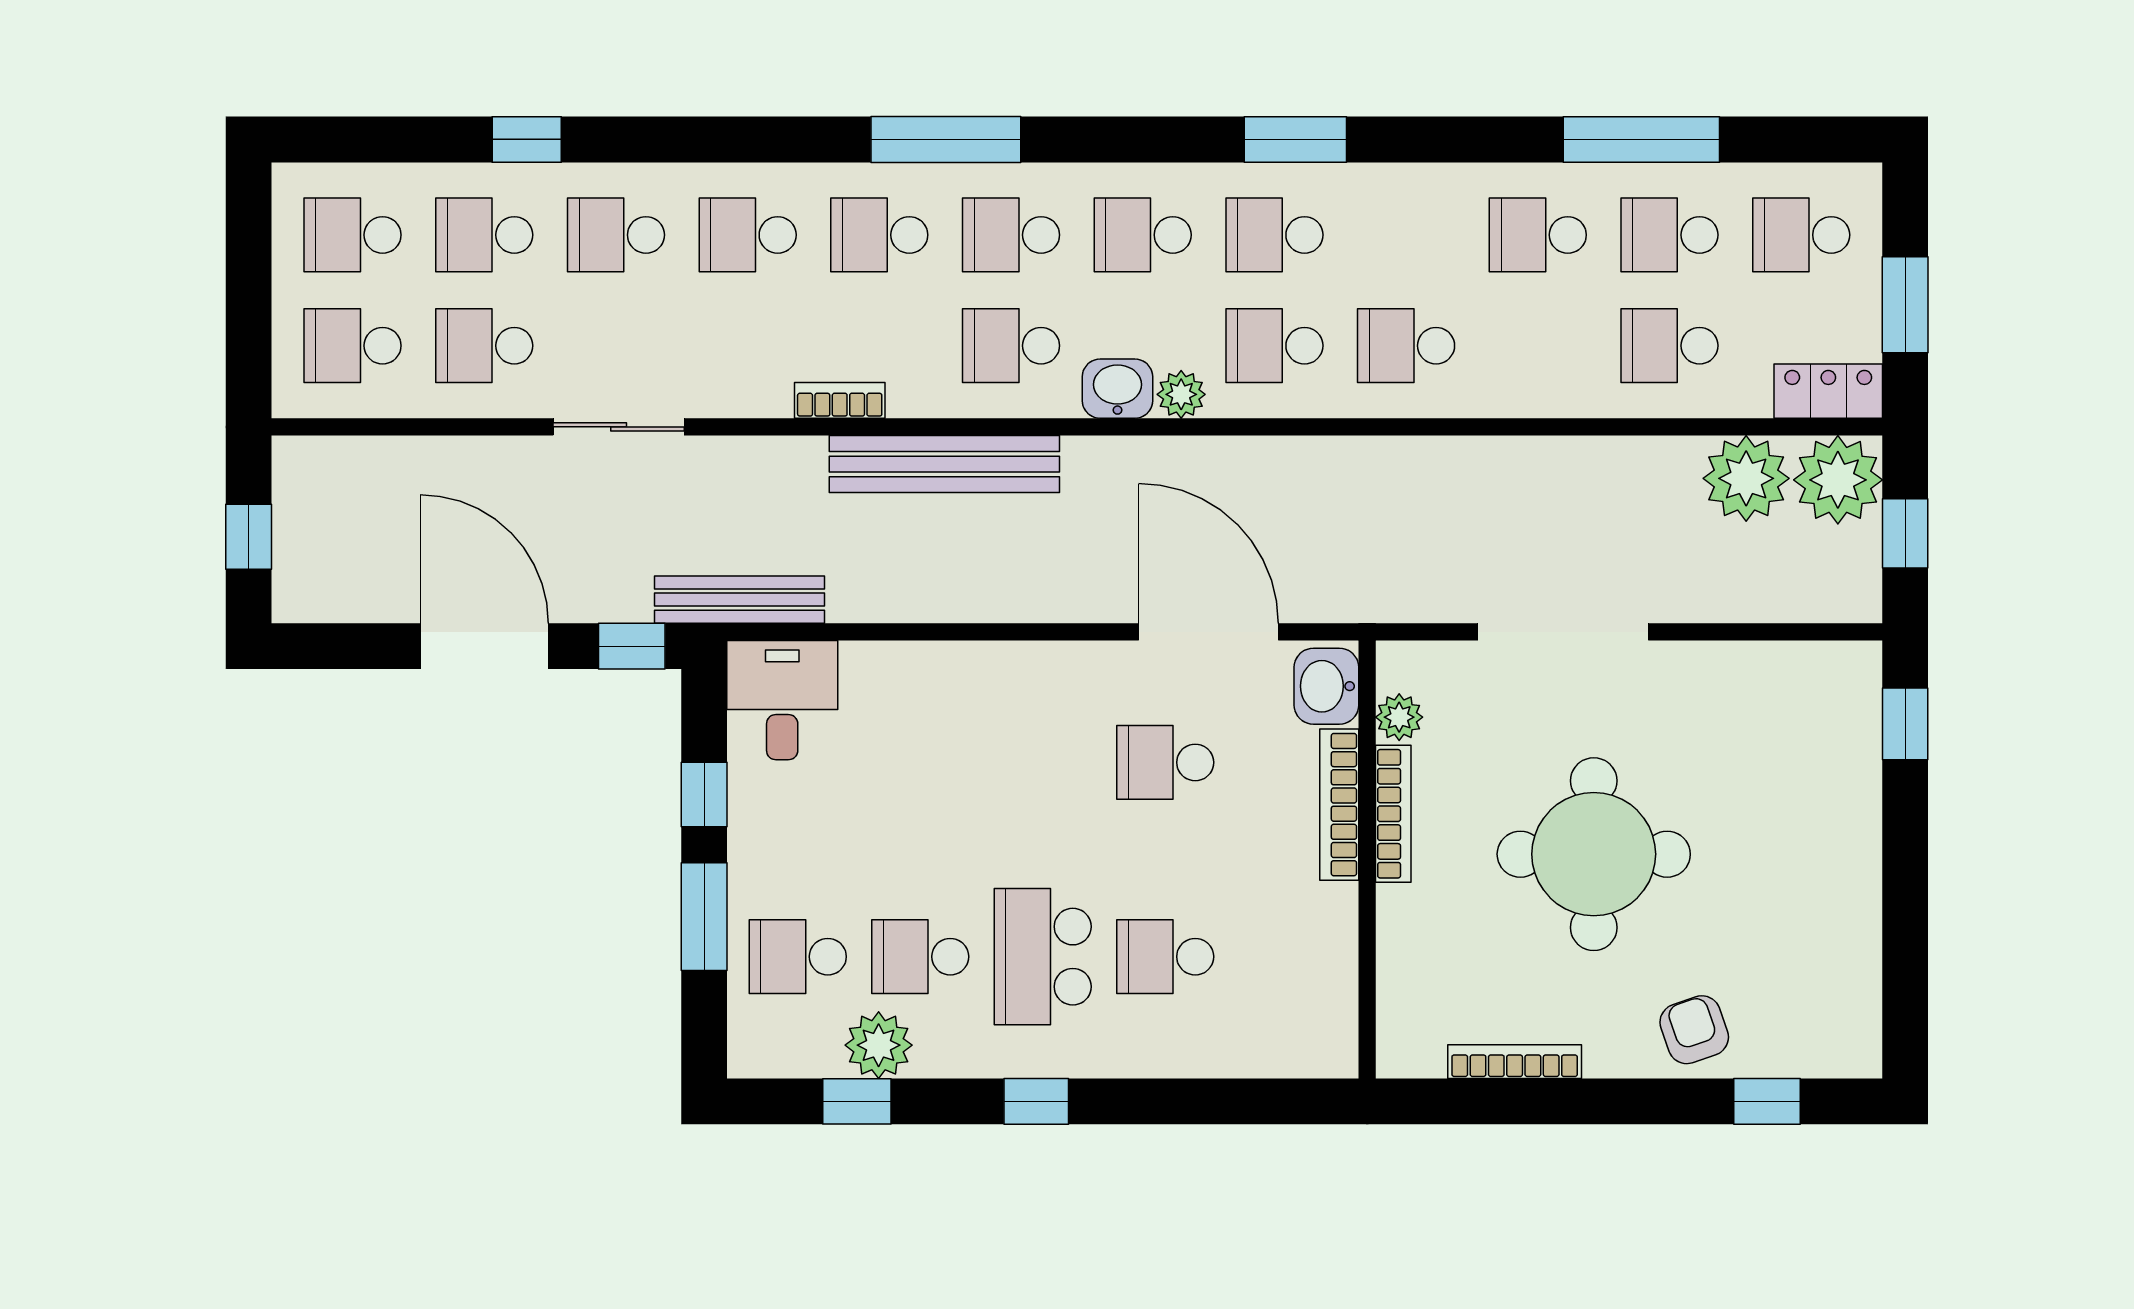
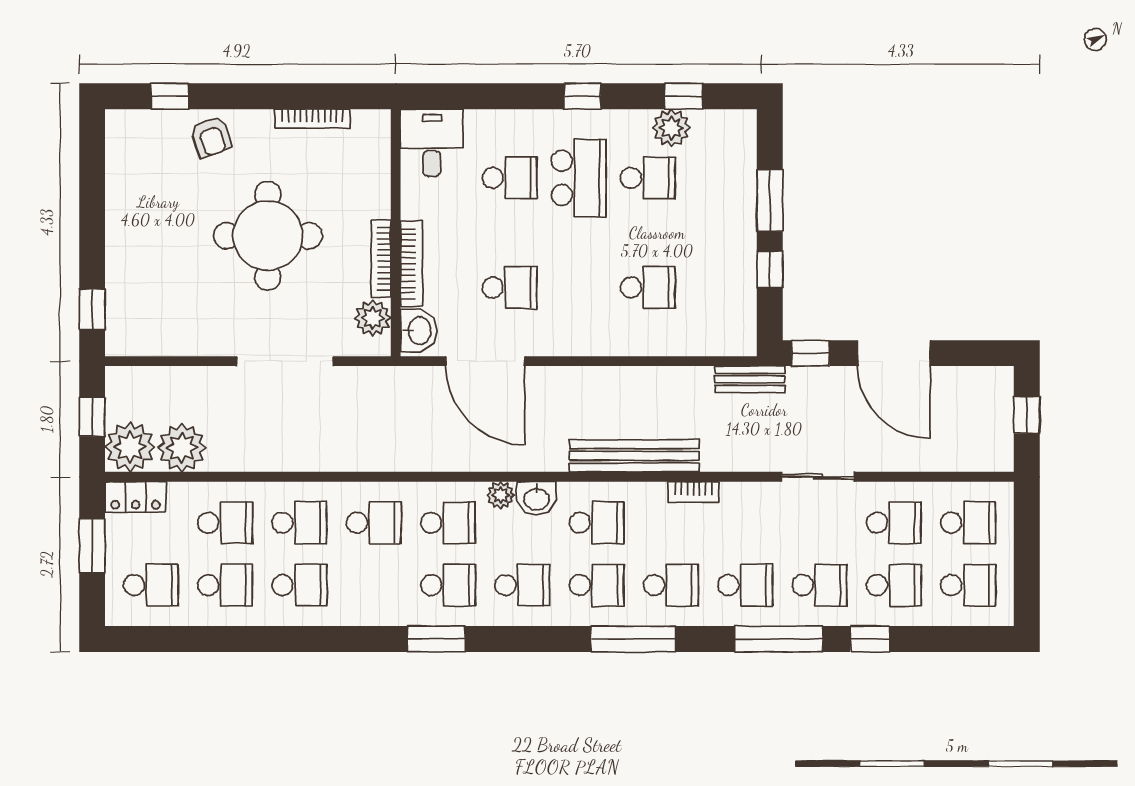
window: (1641, 139) -> (779, 639), moved
school desk: (1538, 346) -> (299, 523), added
bench: (740, 600) -> (750, 379), width x0.73
desk: (782, 700) -> (432, 143), moved, turned 180
plant: (1399, 717) -> (373, 318), width x1.38, depth x1.38
school desk: (798, 957) -> (648, 287), moved

